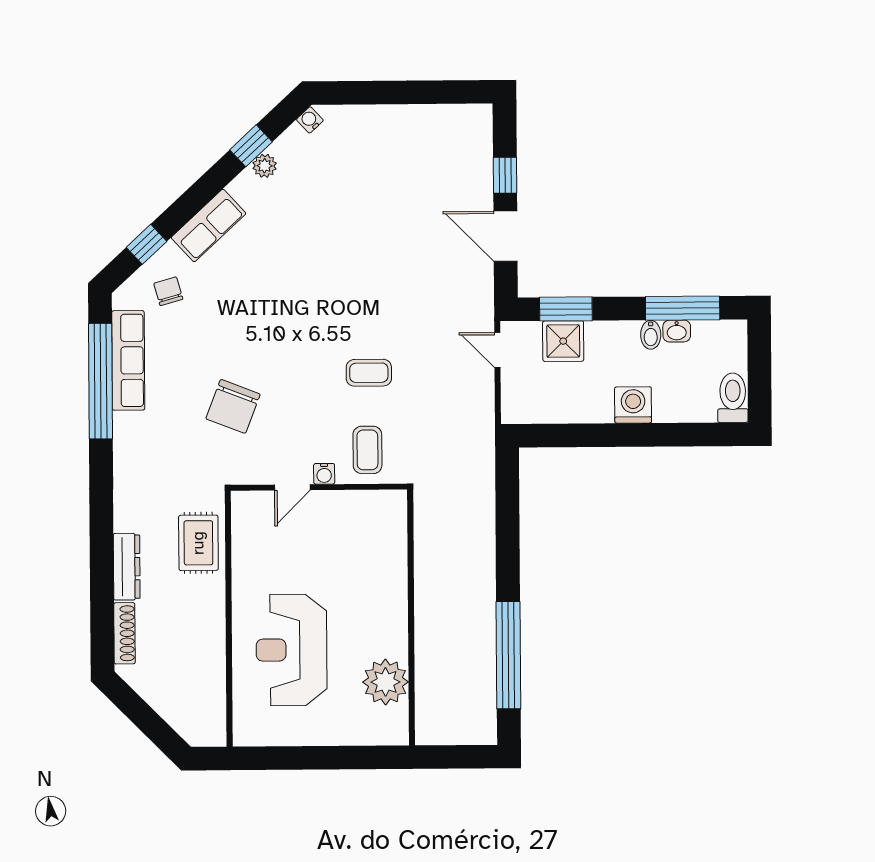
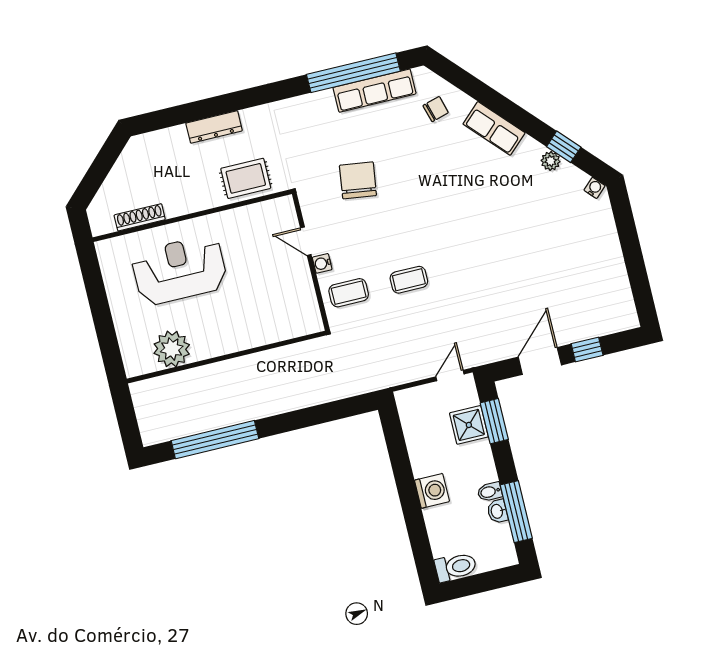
window: (147, 244) -> (468, 84), removed
coffee table: (369, 373) -> (409, 280), turned 90
chair: (233, 406) -> (358, 180), turned 77
shoe rack: (124, 633) -> (140, 217), moved, turned 180

